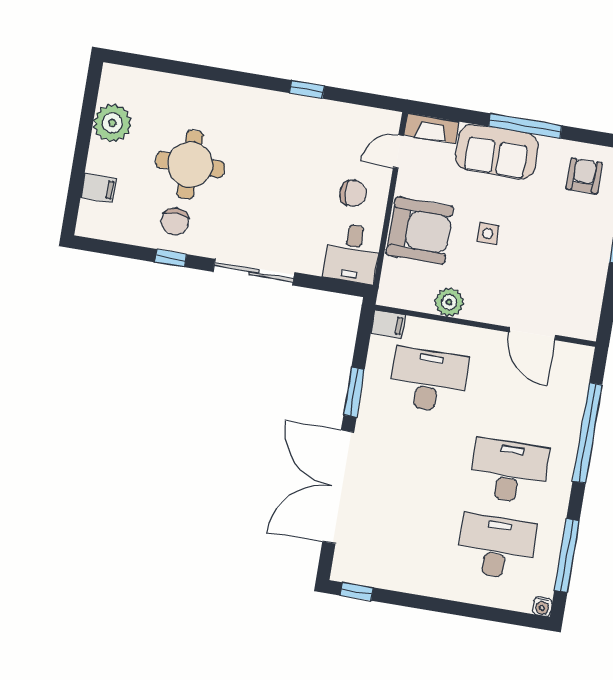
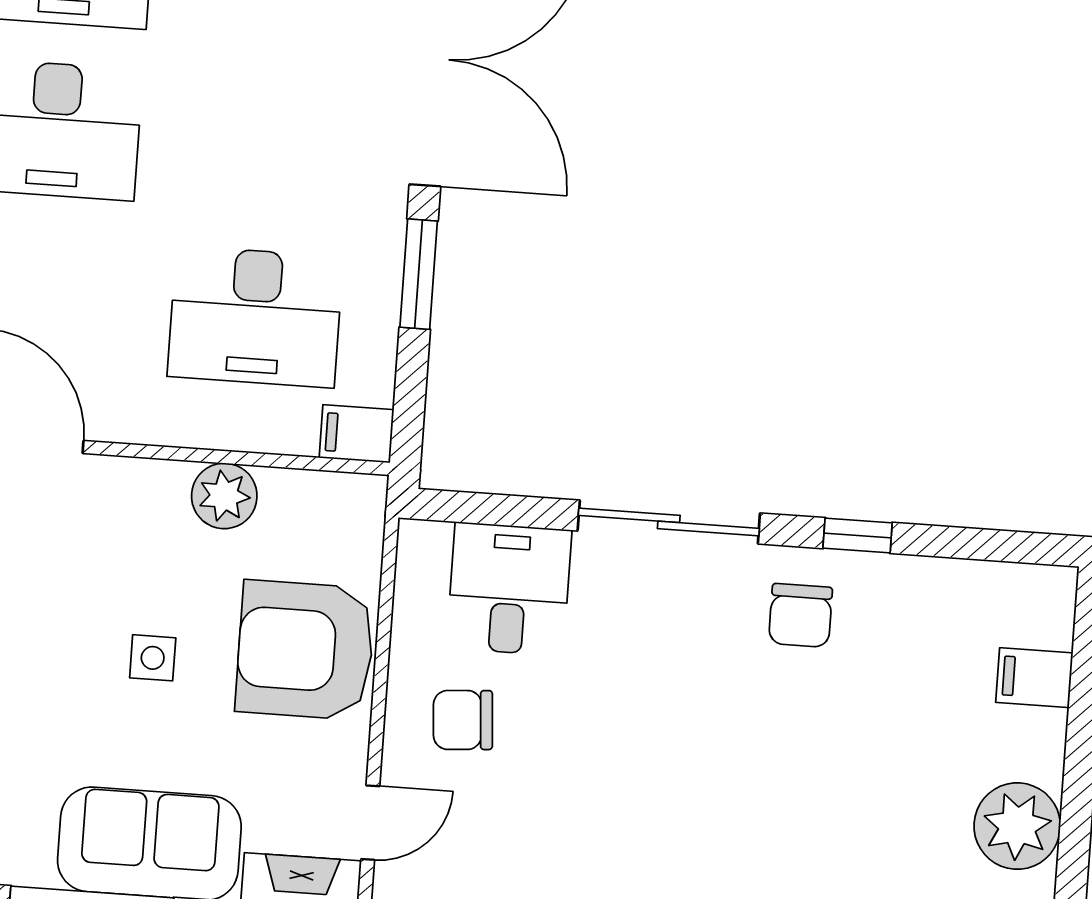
round table: (190, 164) -> (834, 750), removed
chair: (175, 222) -> (800, 615), moved, turned 180
desk: (352, 253) -> (509, 589), moved

